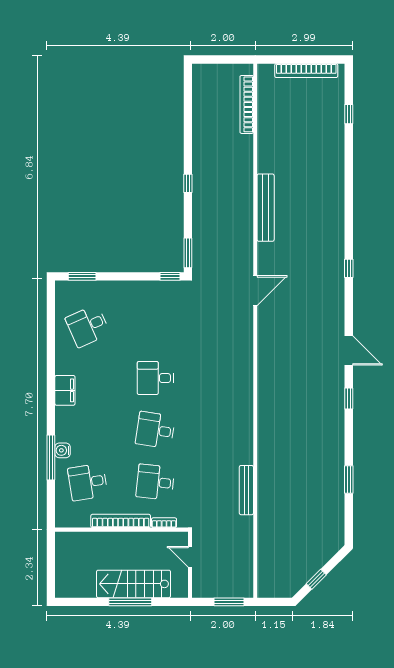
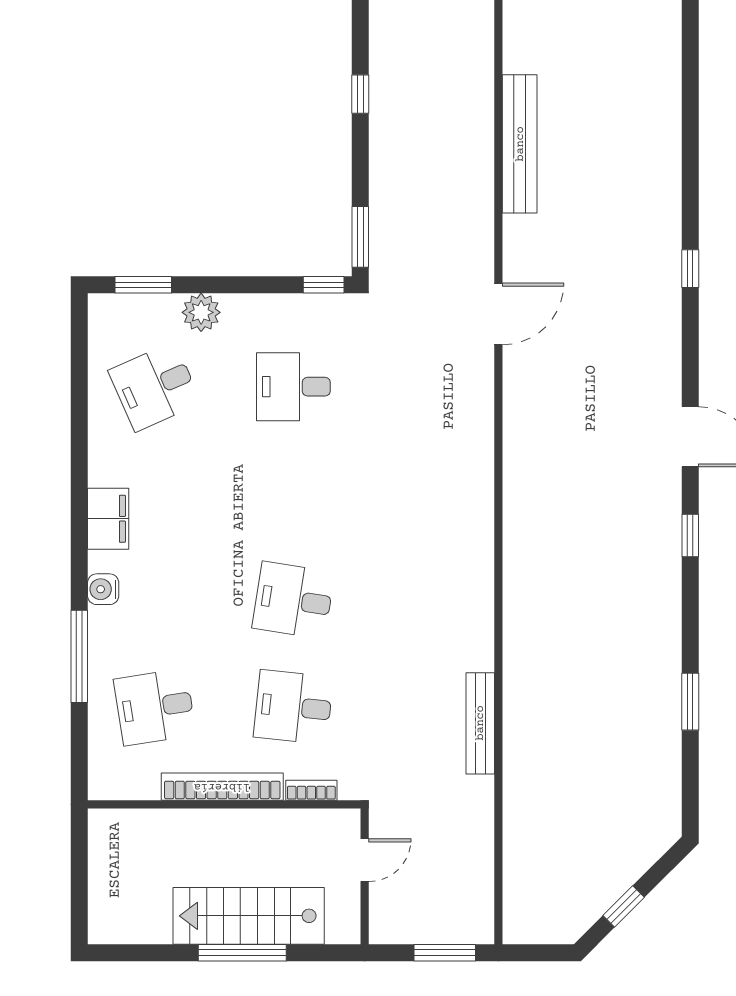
plant: (110, 290) -> (201, 312), added
desk: (155, 378) -> (293, 387), moved
water cooler: (63, 450) -> (103, 589), moved
door: (190, 557) -> (365, 860), swing flipped

